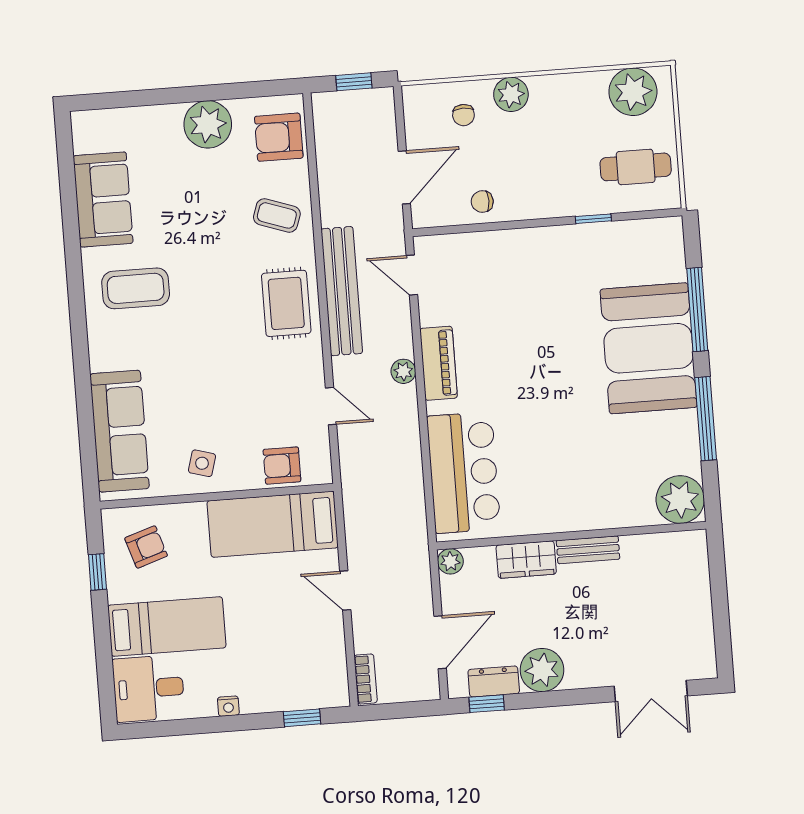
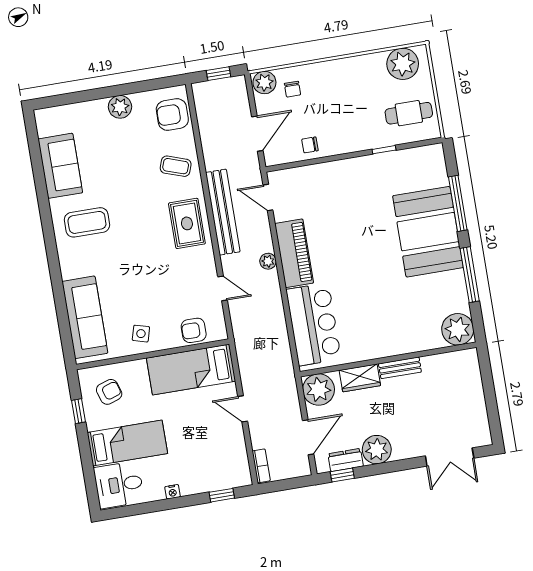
plant: (511, 94) -> (264, 83), moved
plant: (208, 124) -> (120, 107), width x0.73, depth x0.73
piano: (439, 363) -> (294, 253), width x1.37, depth x1.33
plant: (450, 561) -> (319, 390), width x1.88, depth x1.88

